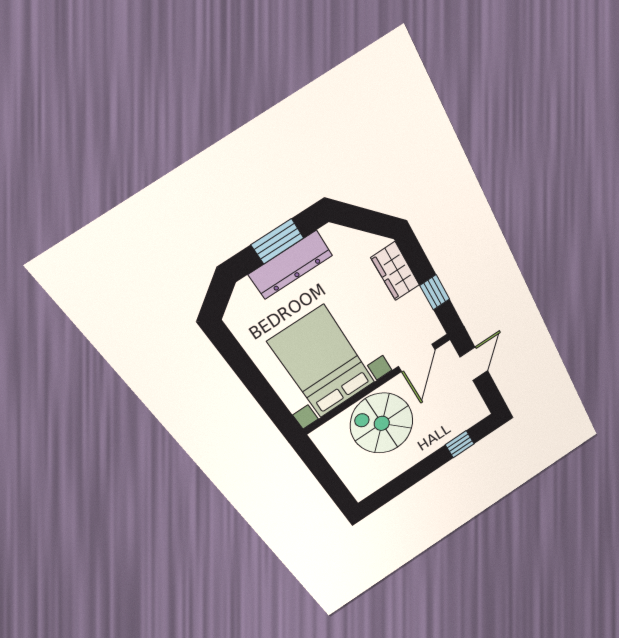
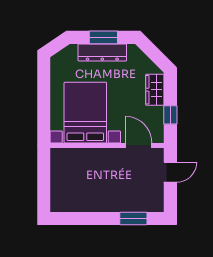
door: (417, 358) -> (139, 146), swing flipped
spiral stairs: (382, 423) -> (95, 171), removed
window: (460, 444) -> (133, 218), width x1.50

